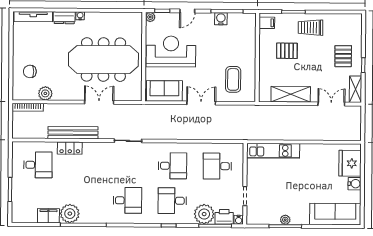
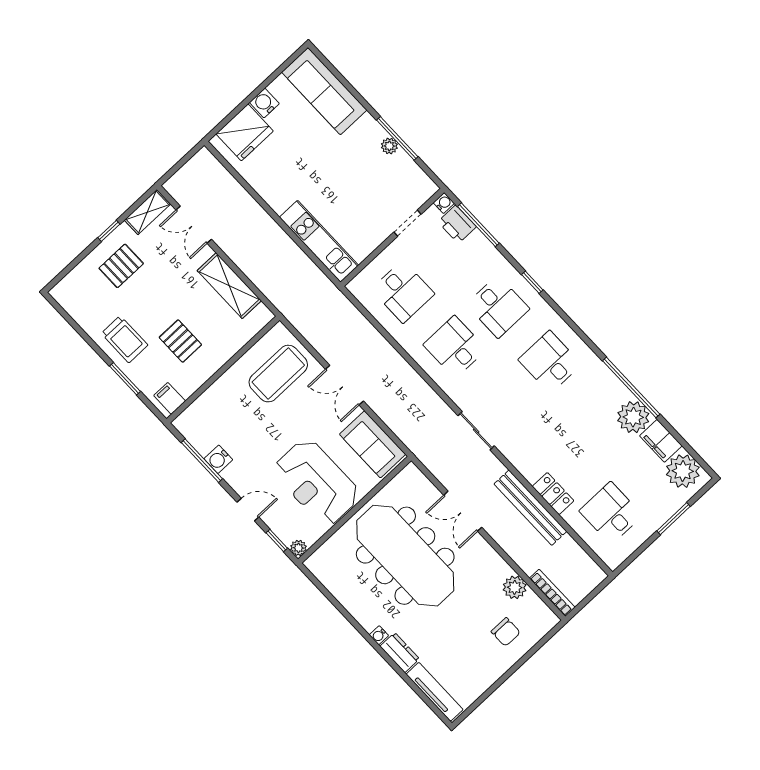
coffee table: (233, 79) -> (278, 374), width x1.36, depth x1.32
plant: (204, 214) -> (683, 471), moved

